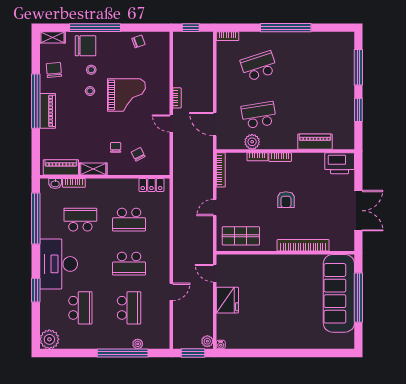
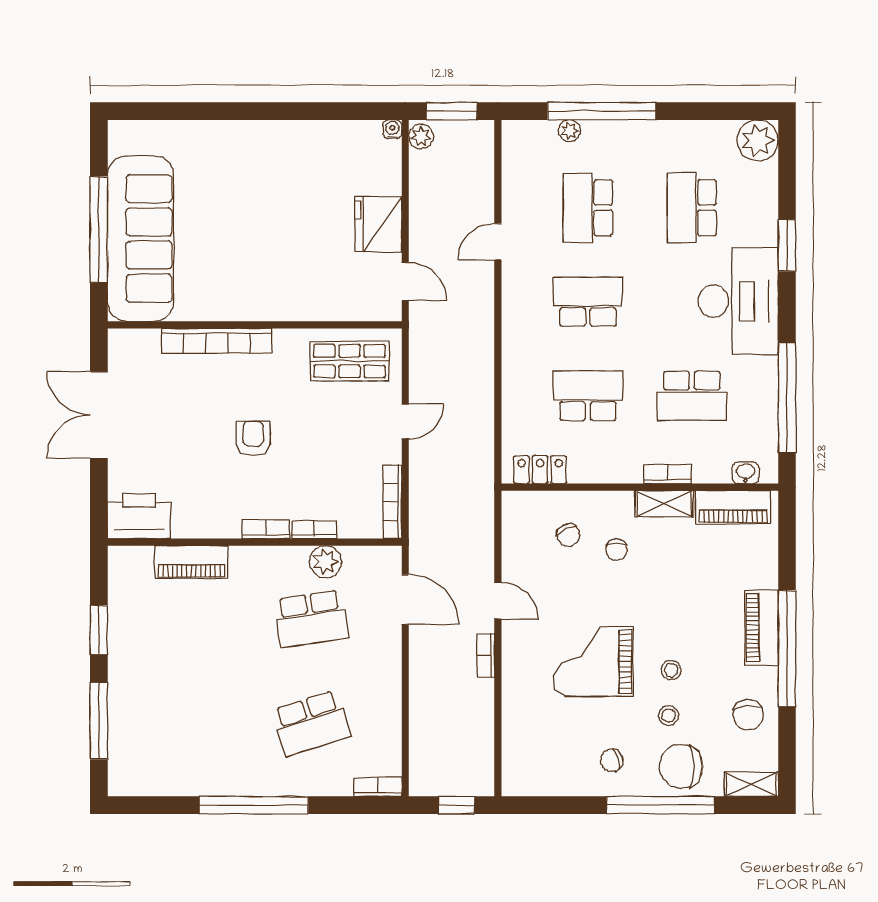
chair: (138, 41) -> (612, 760), moved
bookcase: (74, 183) -> (668, 474), moved

